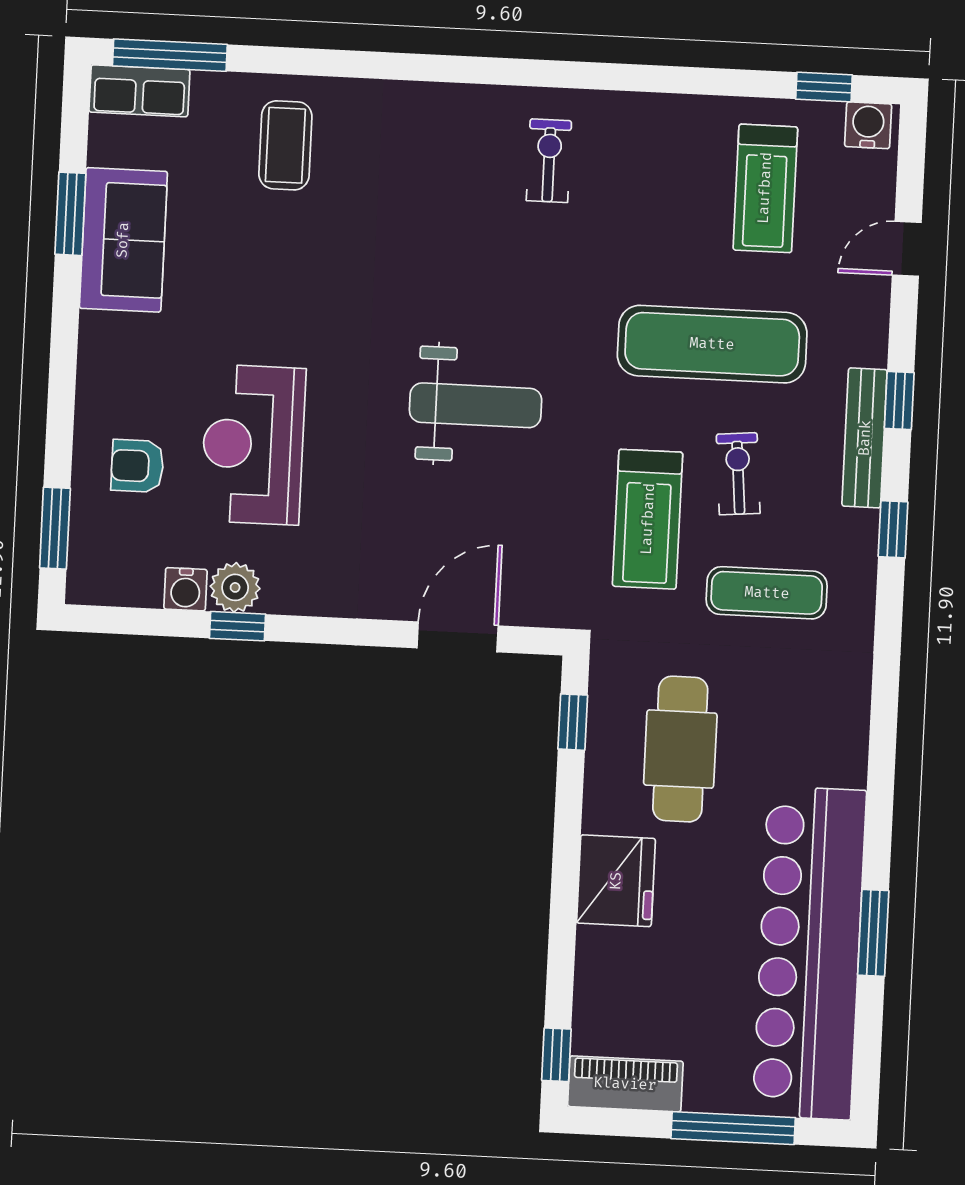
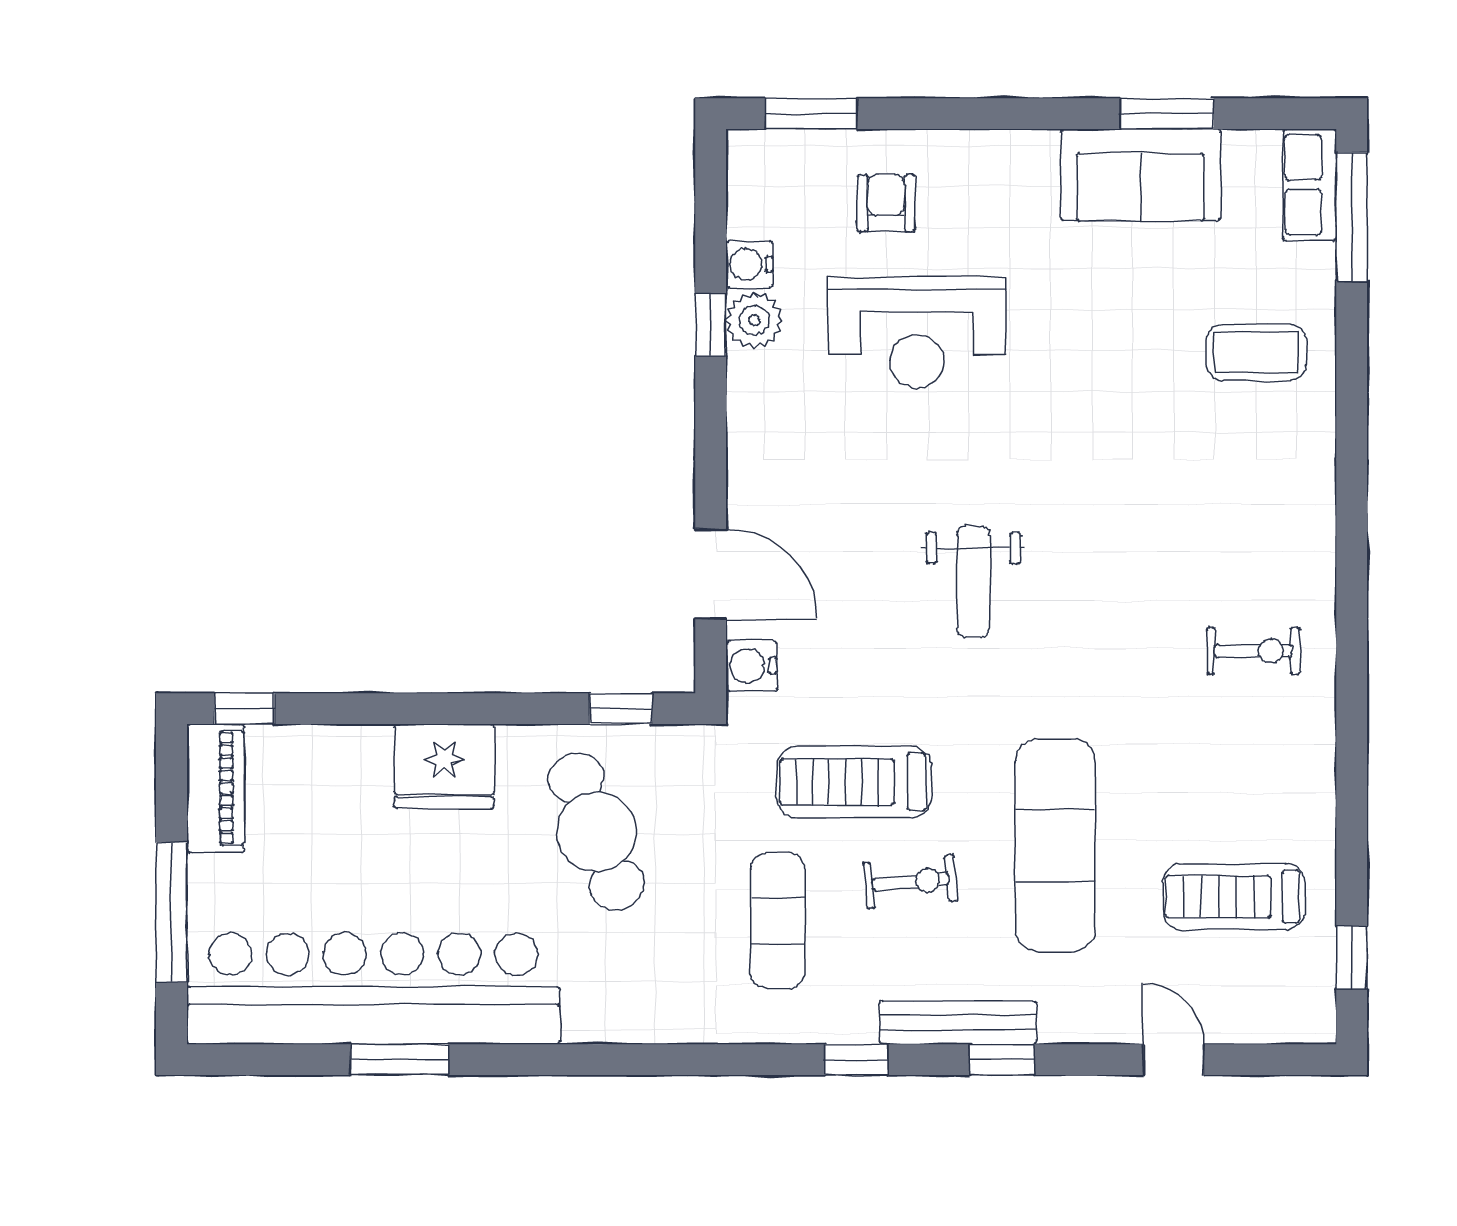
water cooler: (868, 125) -> (751, 666), moved, turned 180
weight bench: (476, 405) -> (973, 582), width x0.73, depth x0.75
reception desk: (253, 445) -> (917, 333), turned 180
cafe table: (680, 749) -> (596, 832), turned 69

